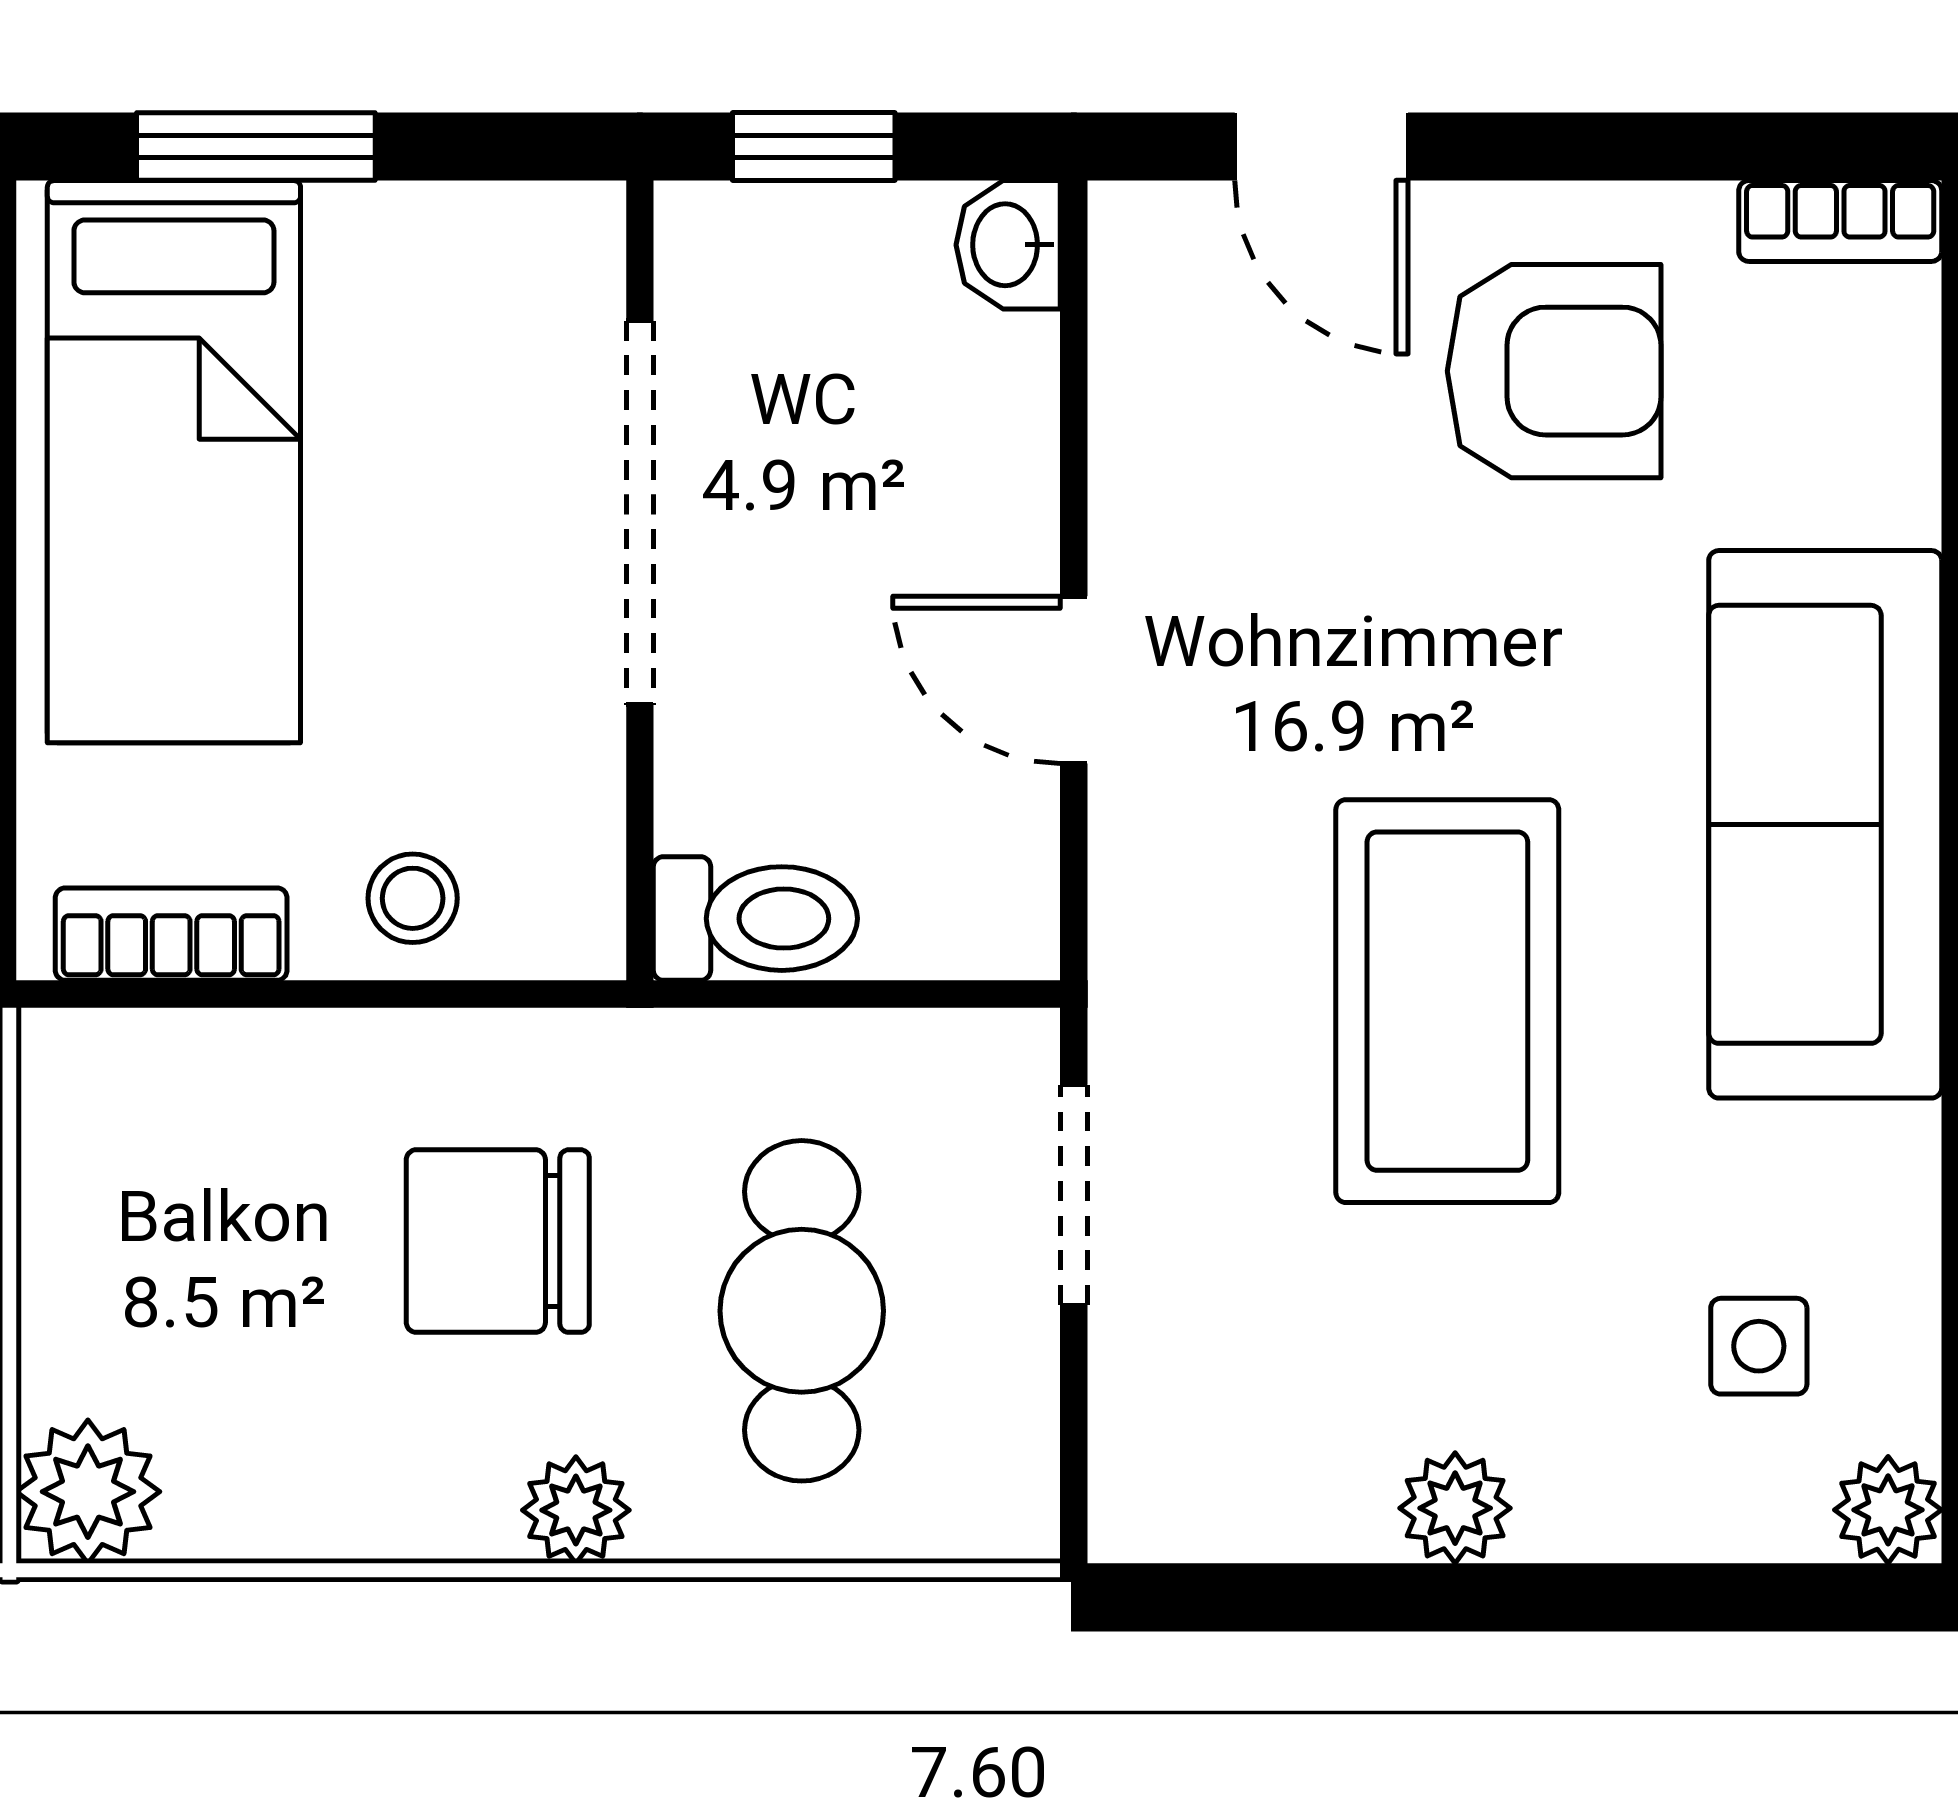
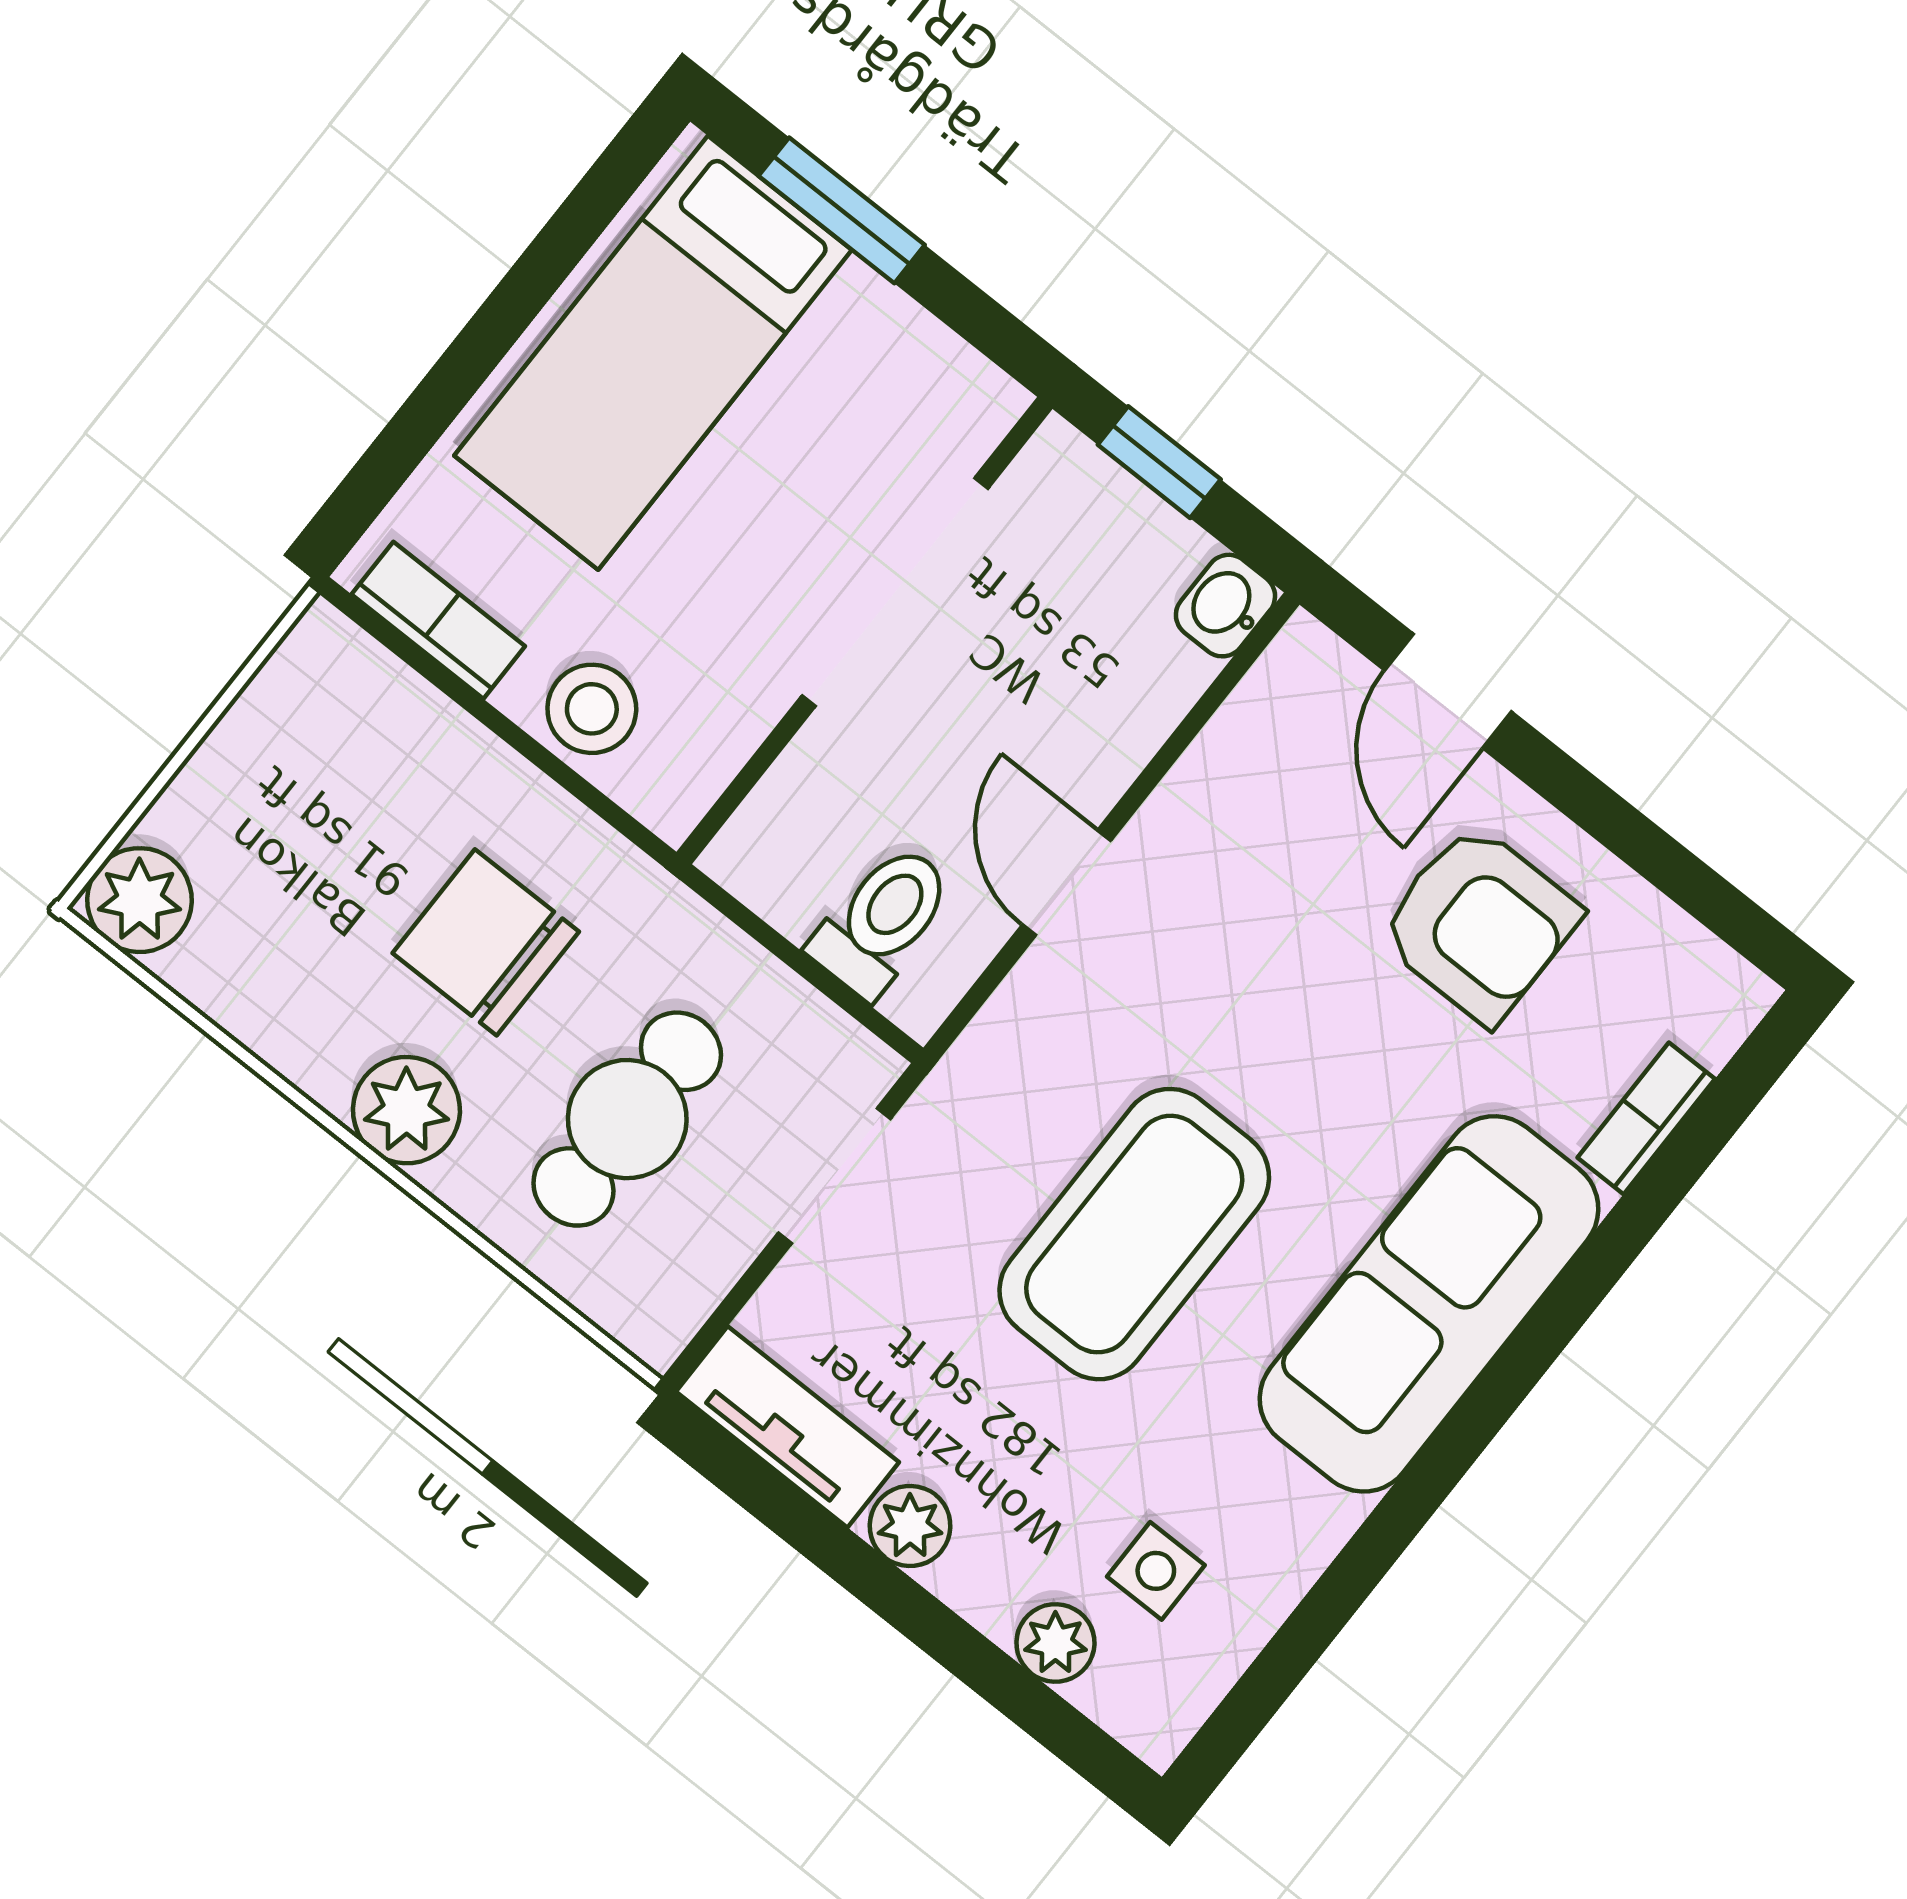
bookcase: (1840, 221) -> (1646, 1118), moved, turned 90
stool: (413, 898) -> (592, 709), width x1.37, depth x1.37
toilet: (755, 919) -> (882, 921), moved, turned -90
tv unit: (1238, 1506) -> (788, 1427), added
plant: (576, 1510) -> (406, 1110), width x1.38, depth x1.38
plant: (1888, 1510) -> (1055, 1643), moved

